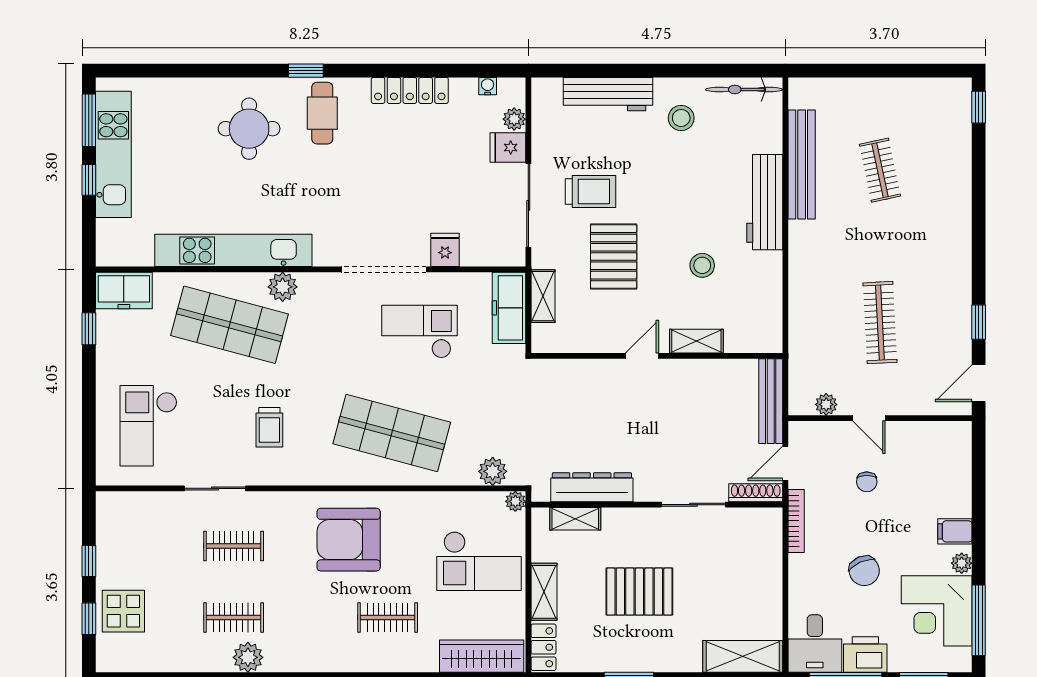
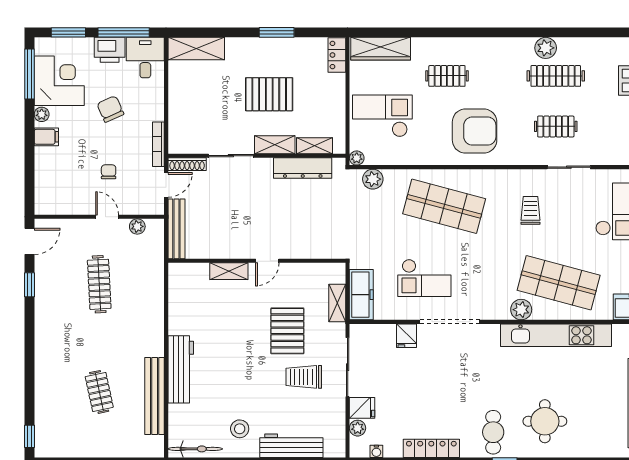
stool: (702, 265) -> (225, 325), removed
shelving: (544, 592) -> (275, 145), moved, turned 90
clothes rail: (234, 618) -> (556, 76), width x1.36

